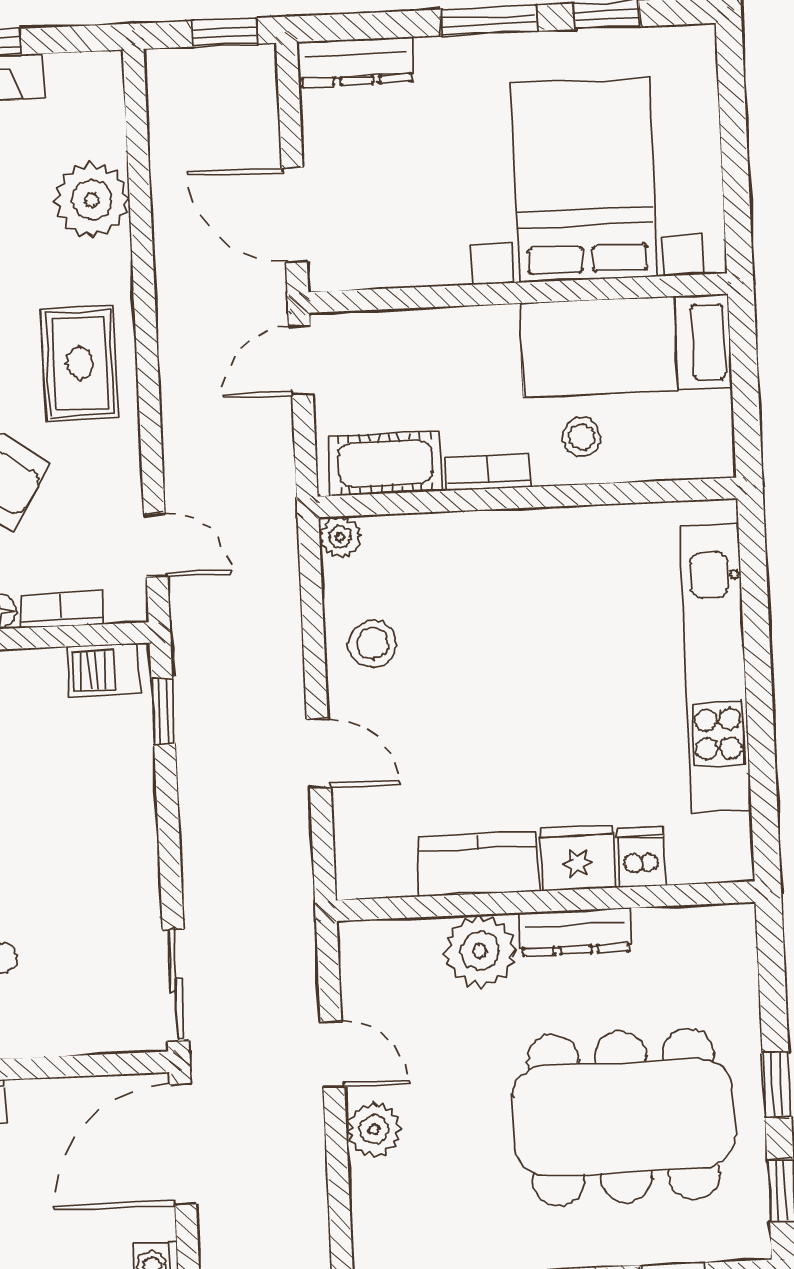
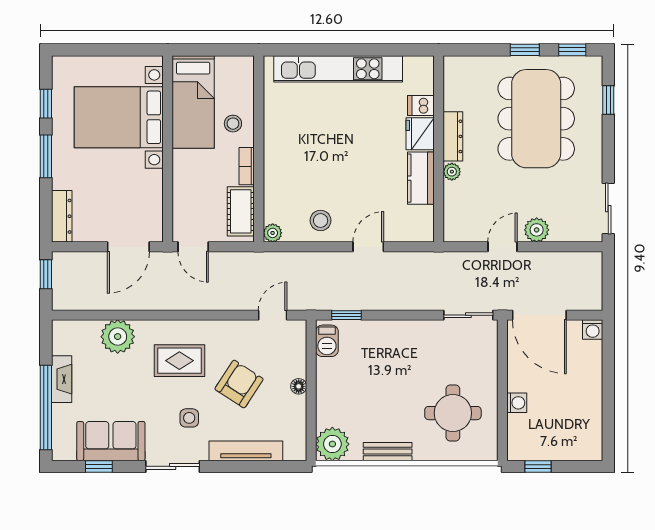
rug: (80, 363) -> (179, 361), moved
bookcase: (62, 610) -> (299, 358), removed
plant: (480, 951) -> (452, 172), width x0.53, depth x0.53

